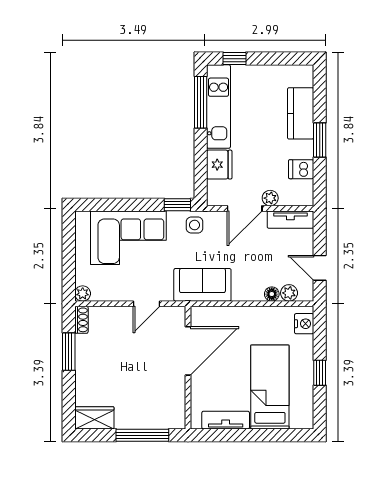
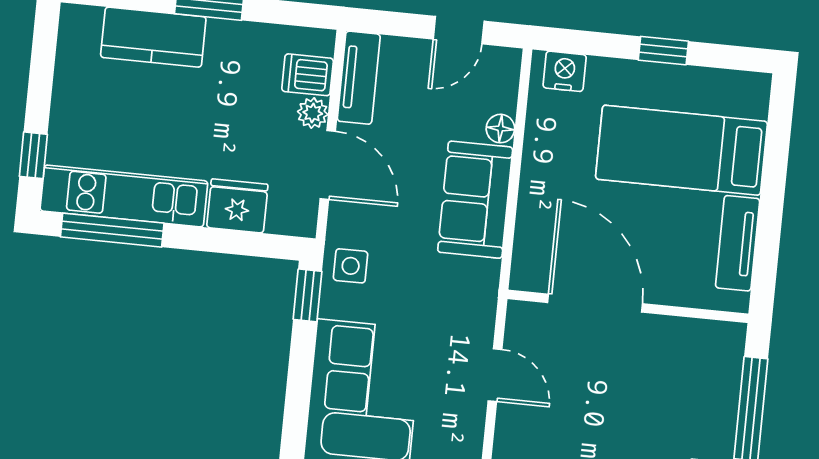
dishwasher: (301, 169) -> (308, 75), moved, turned 90
sofa: (202, 285) -> (475, 200), moved
plant: (289, 293) -> (502, 95), removed

